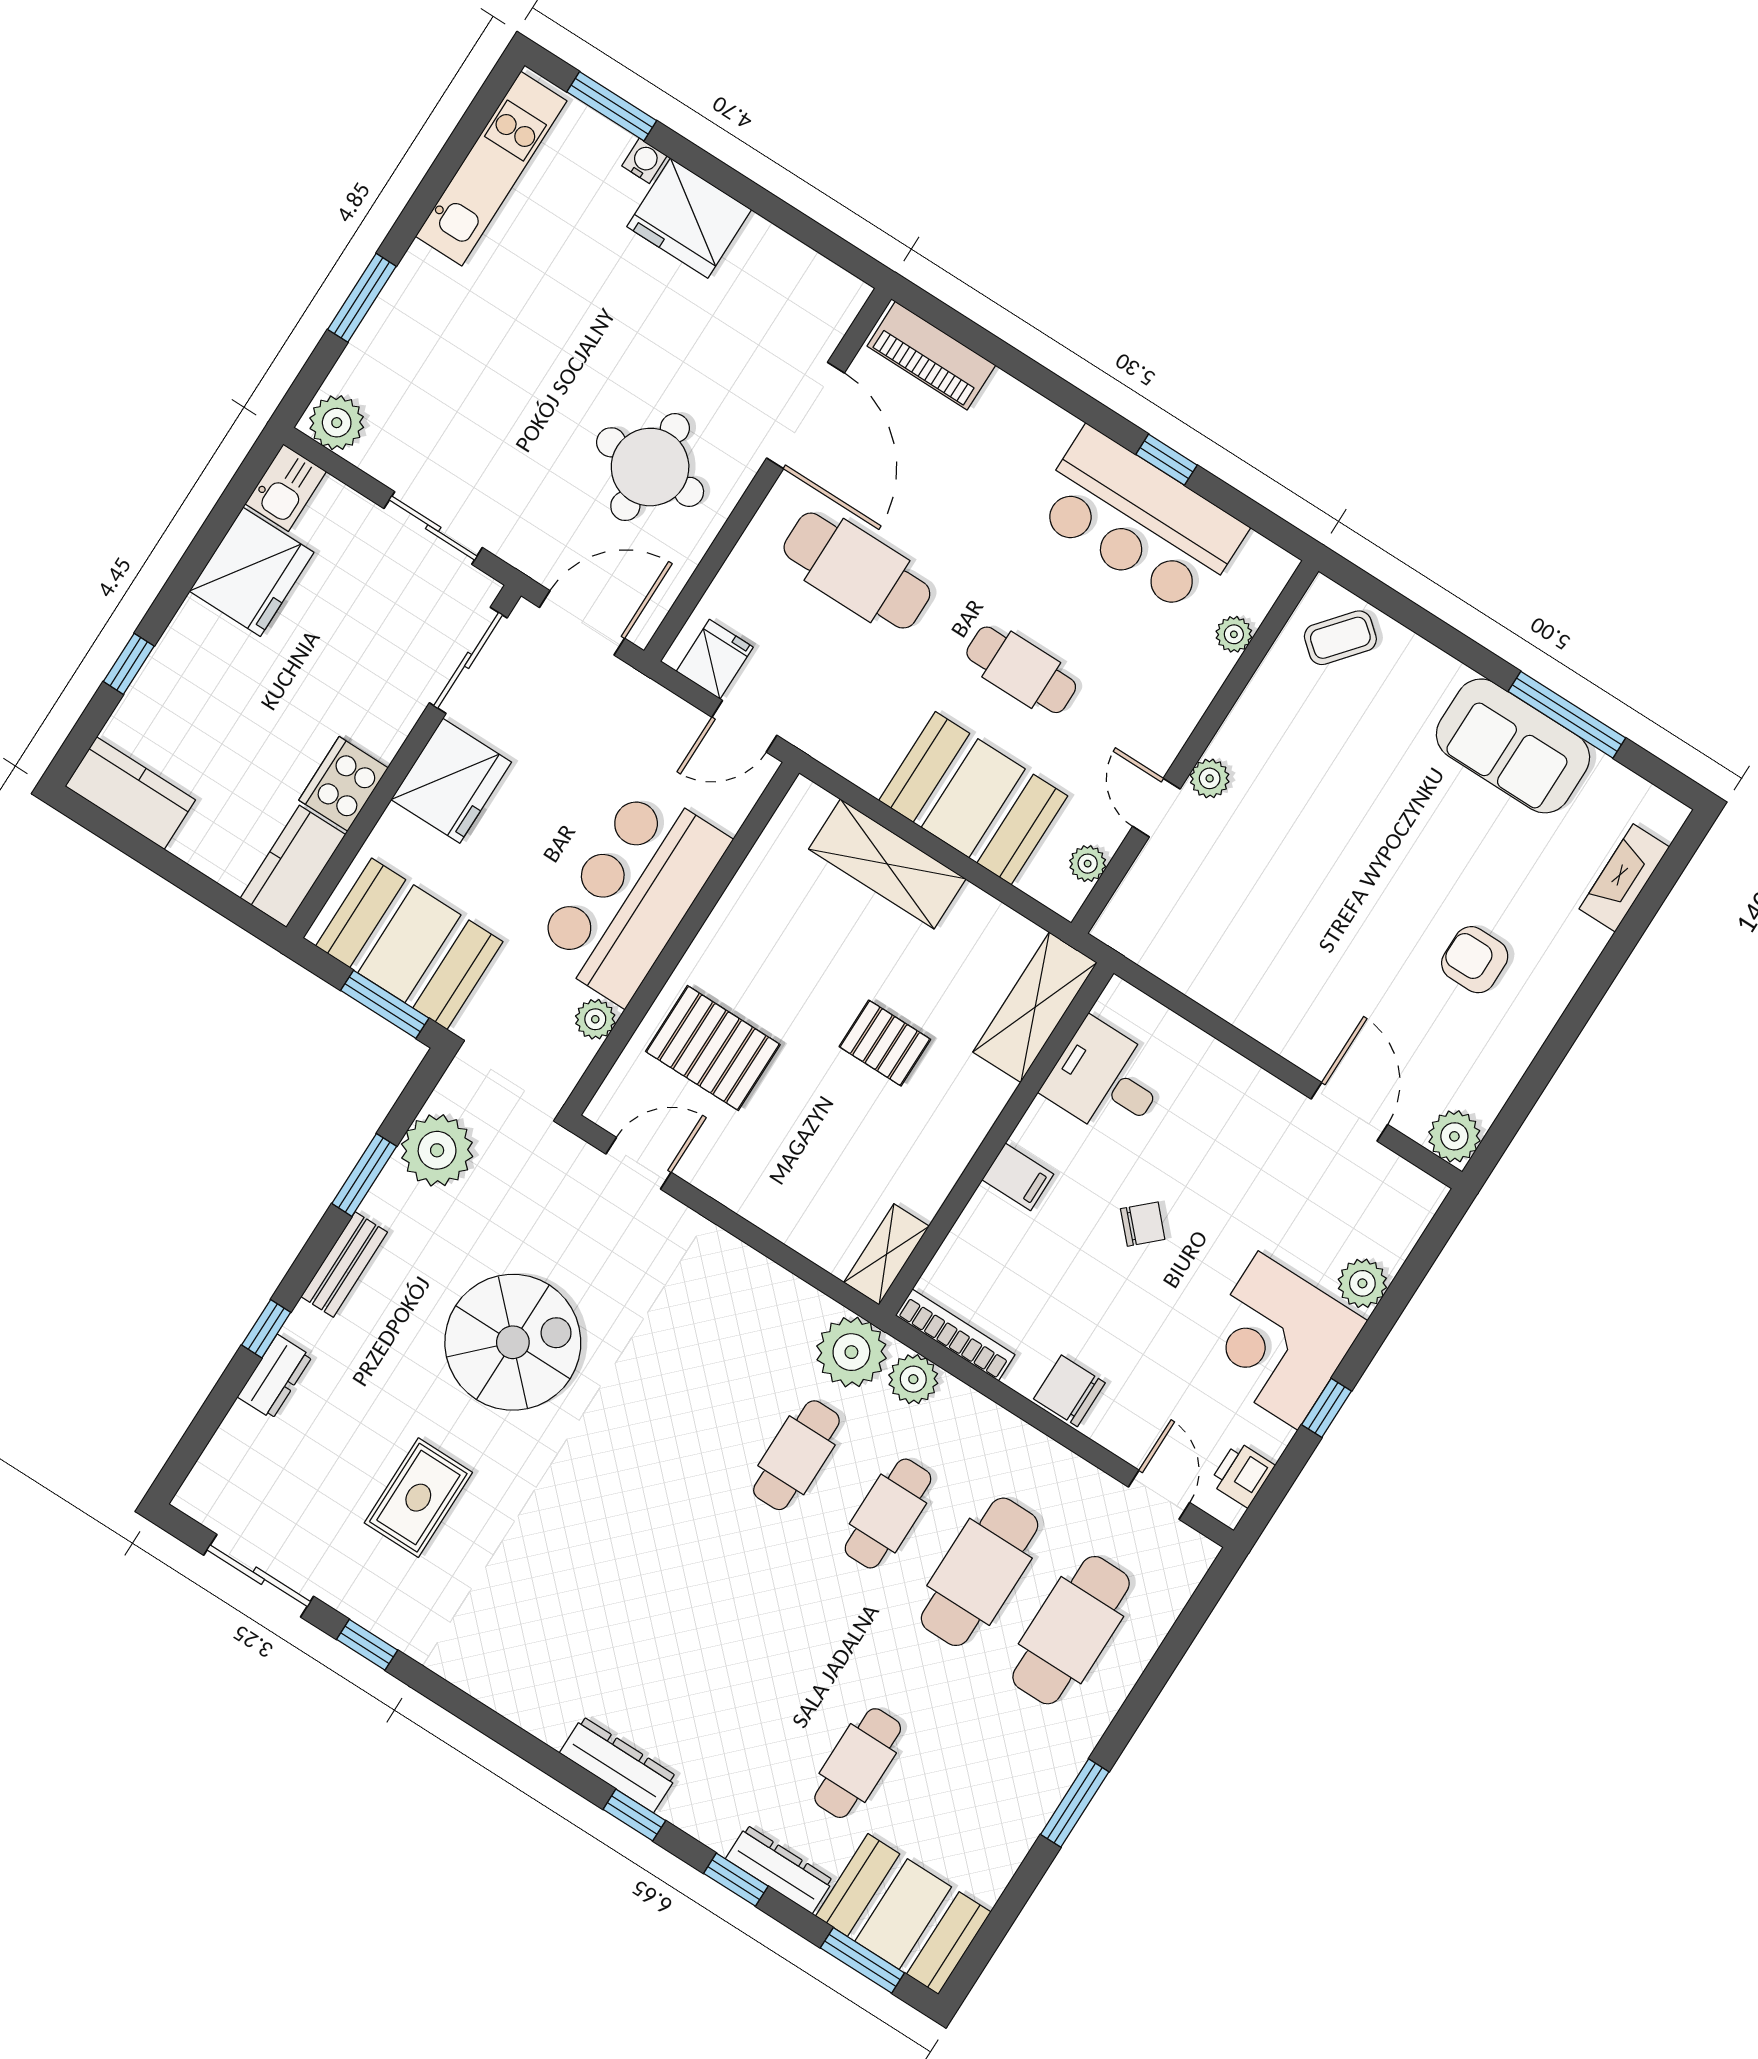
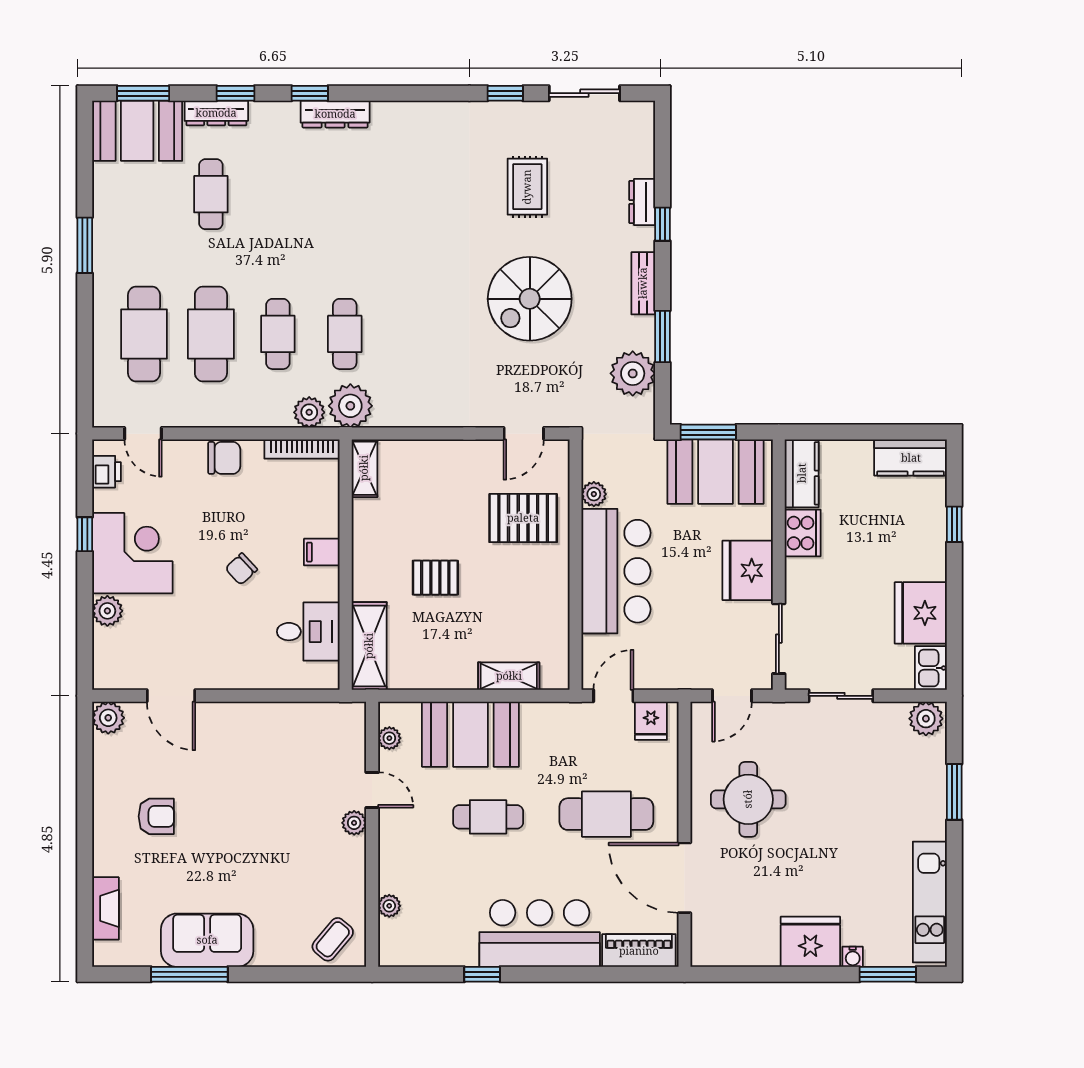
bar counter: (1139, 521) -> (540, 933), moved
door: (582, 623) -> (732, 696), width x0.73
shelving: (887, 864) -> (509, 676), width x0.67, depth x0.75

